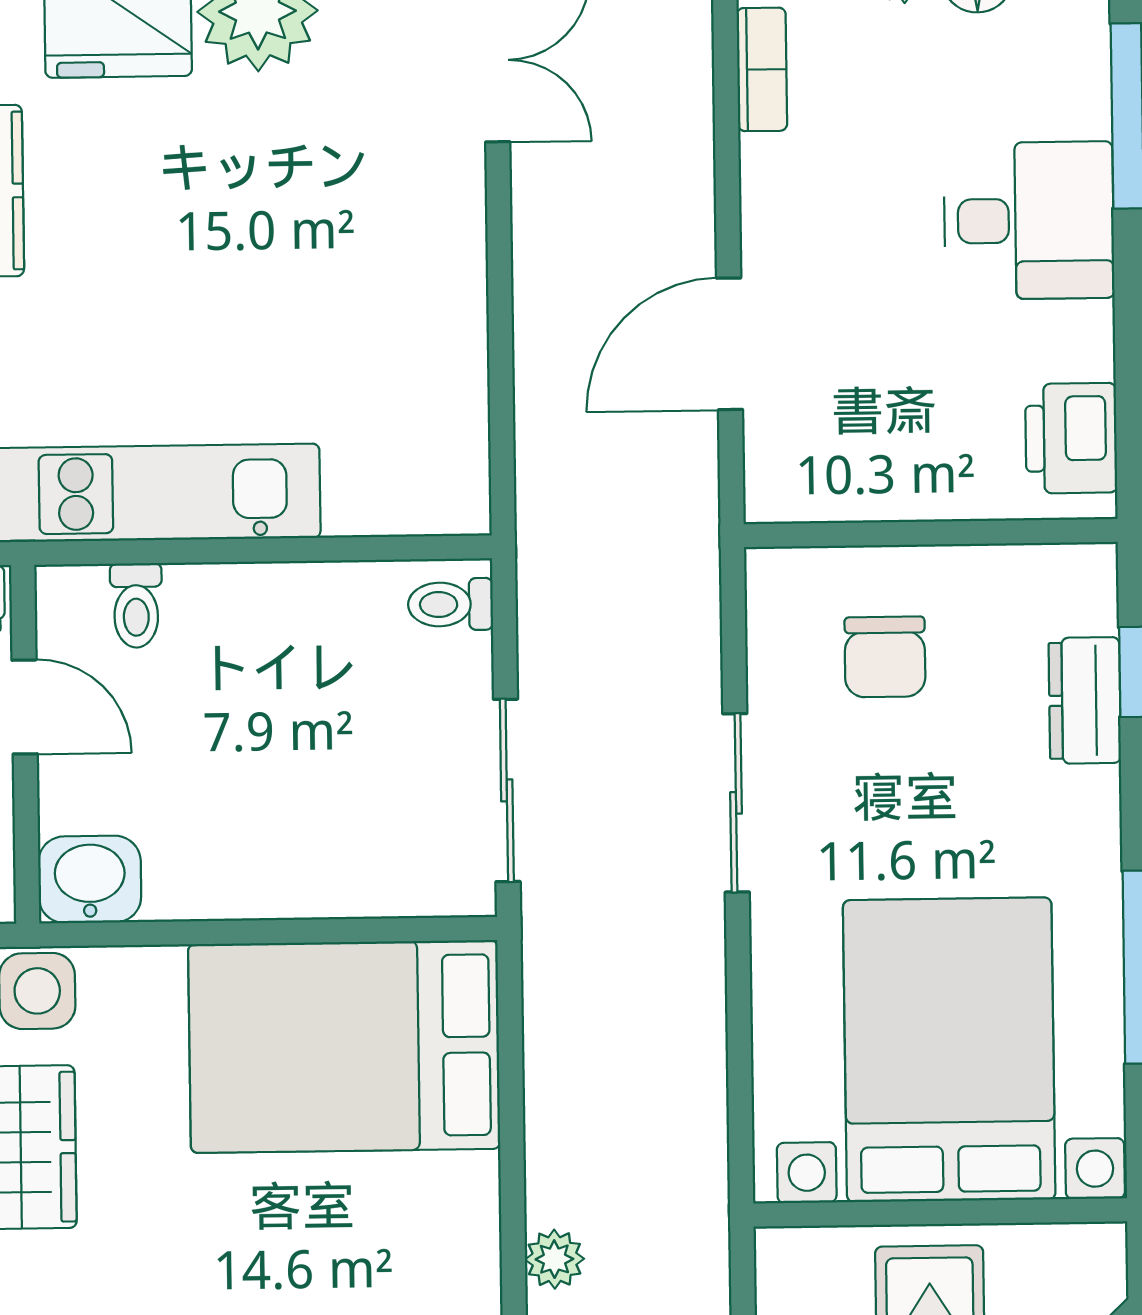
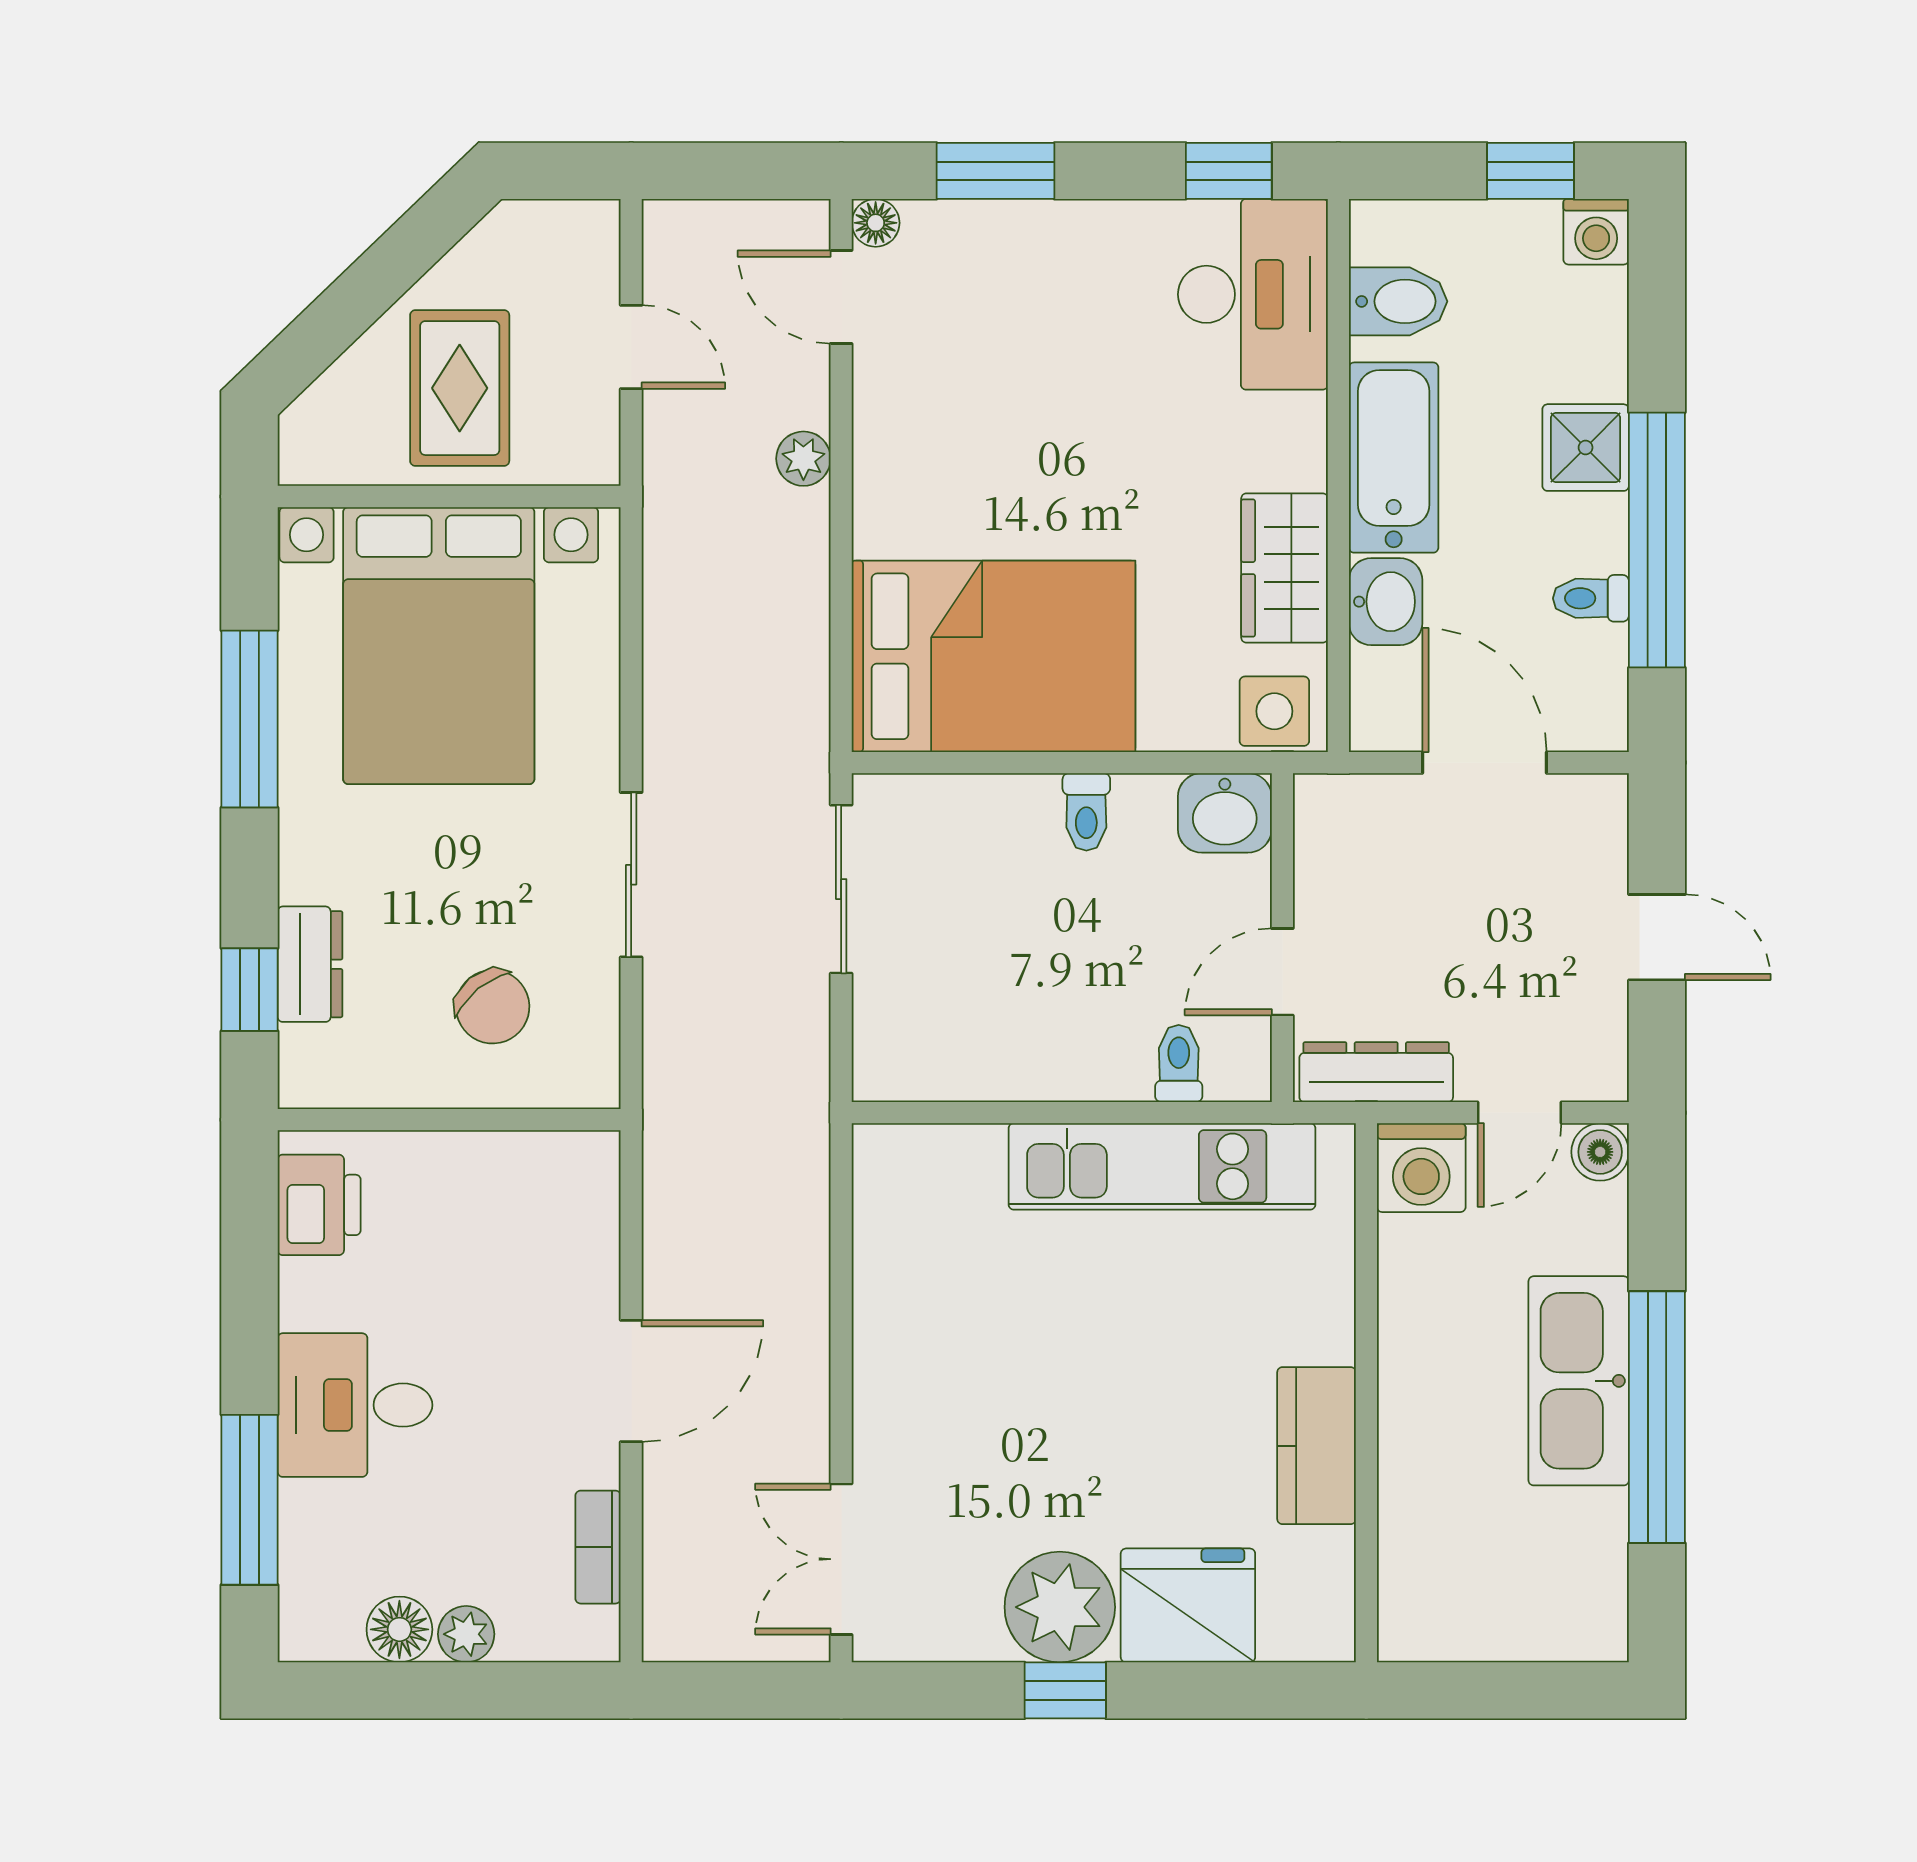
door: (730, 344) -> (631, 1381), moved
toilet: (450, 604) -> (1086, 812), moved, turned 90
chair: (885, 657) -> (493, 1007), turned 141
door: (25, 707) -> (1282, 972), hinge flipped

